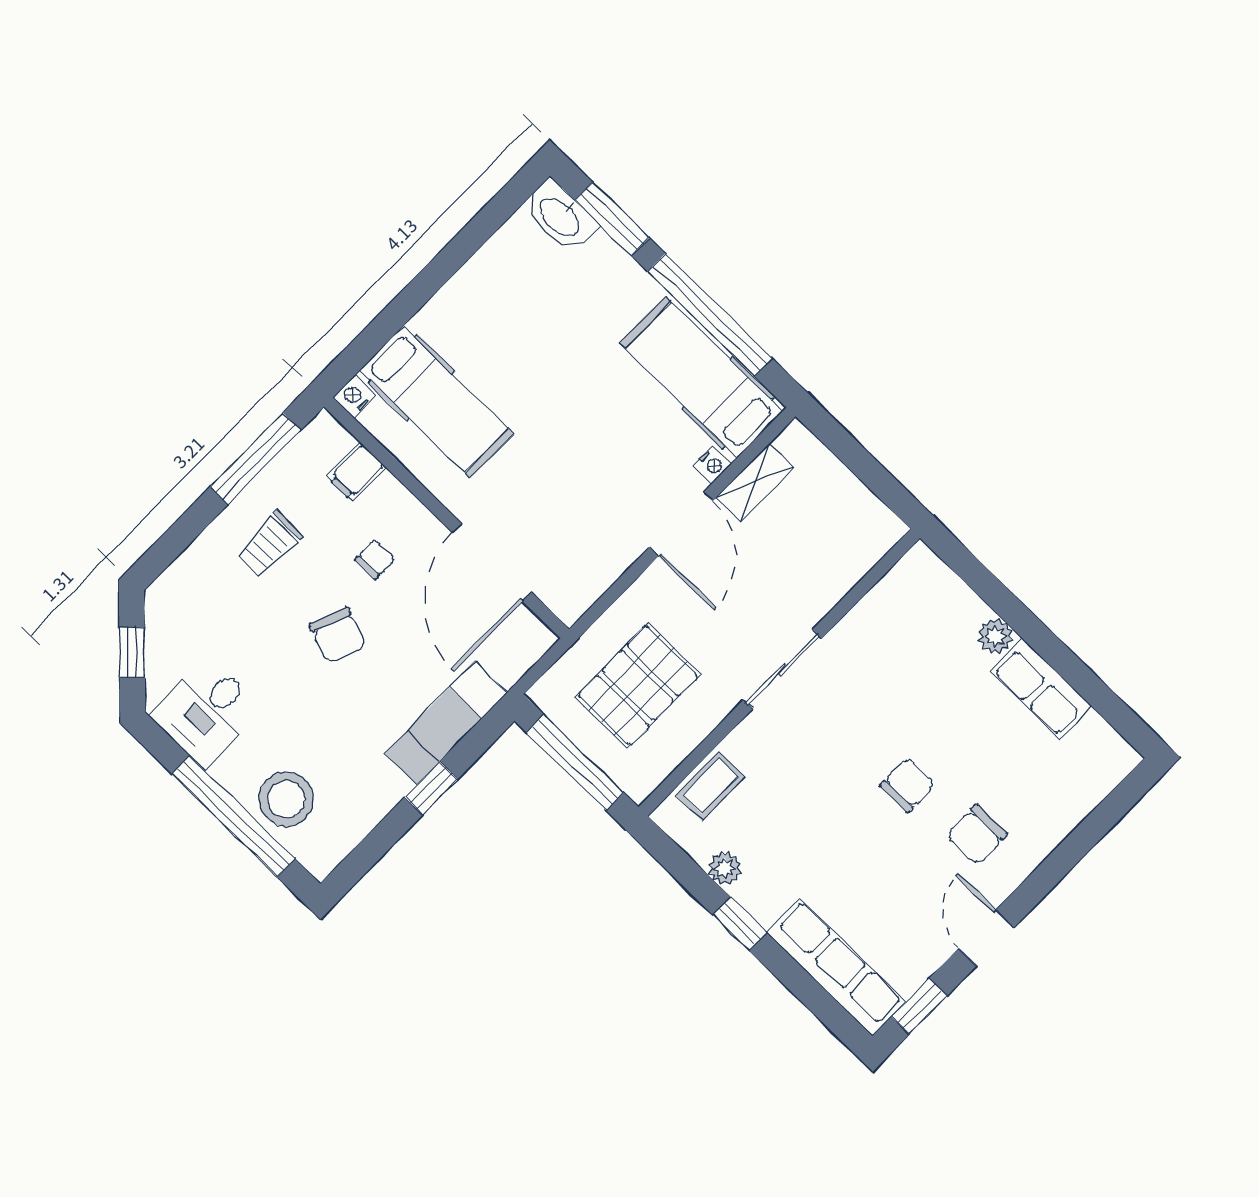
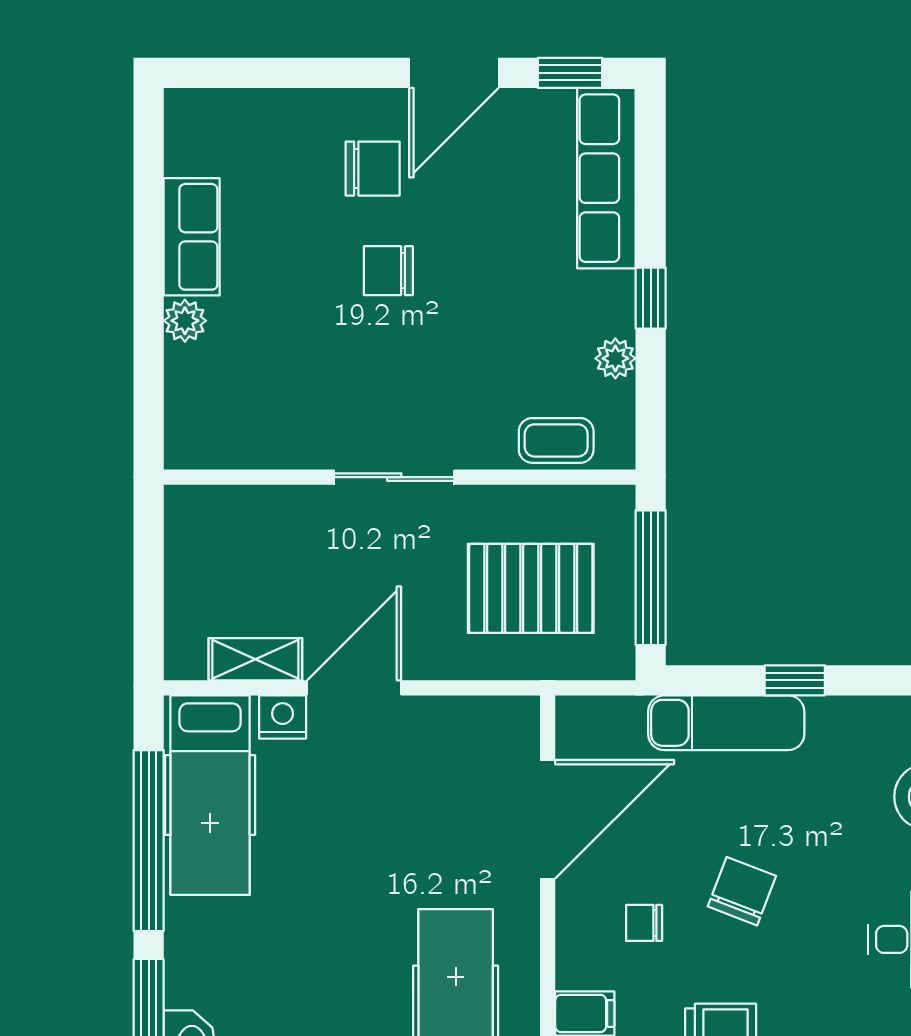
nightstand: (712, 464) -> (283, 717), width x1.39, depth x1.35
door: (986, 938) -> (454, 73), width x1.38

